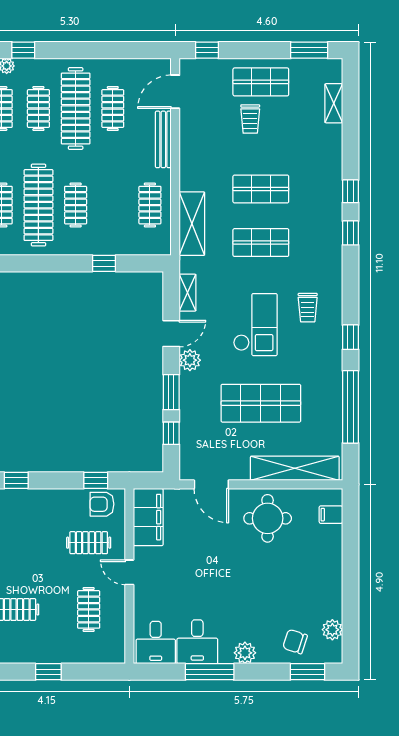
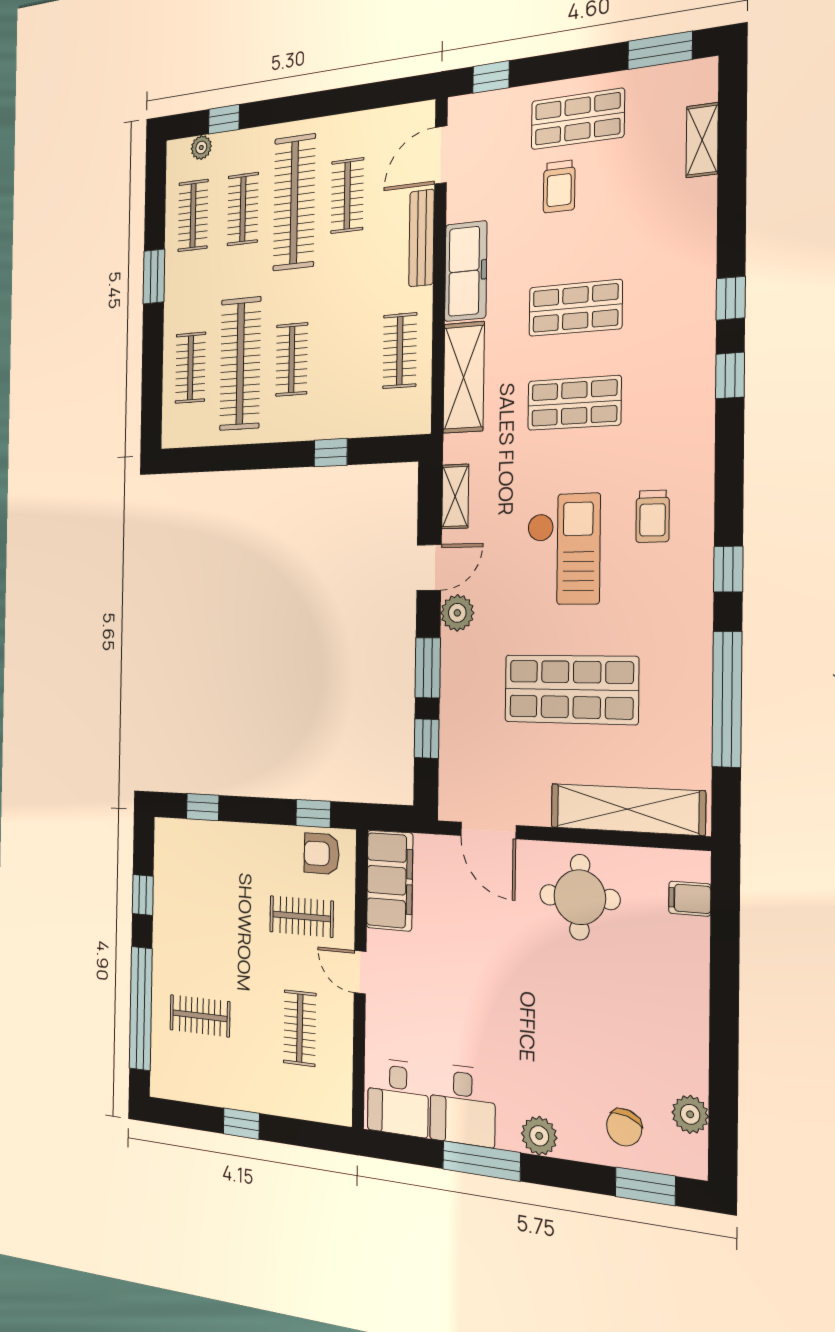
freezer: (192, 162) -> (466, 271), added
chair: (295, 642) -> (624, 1127), turned -91

